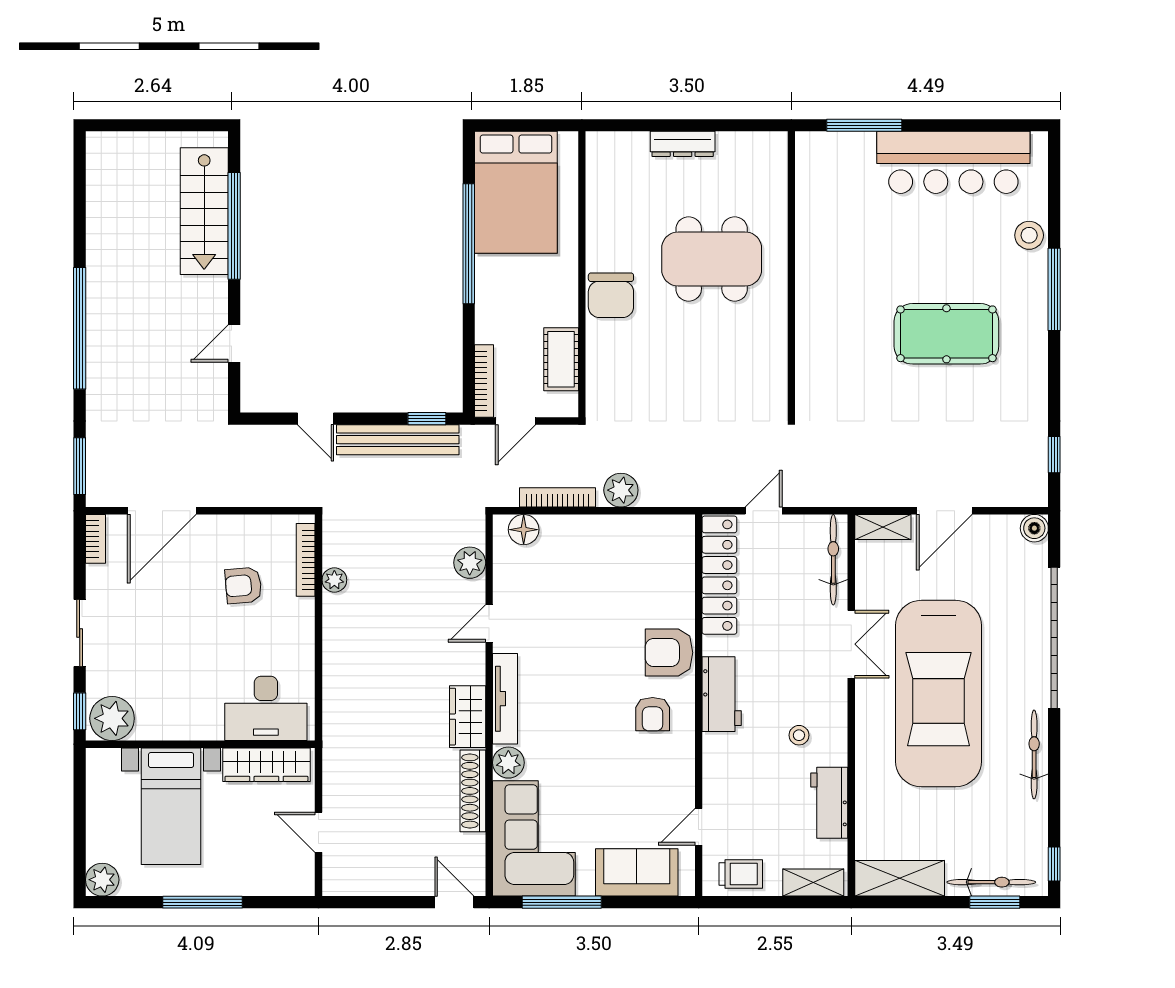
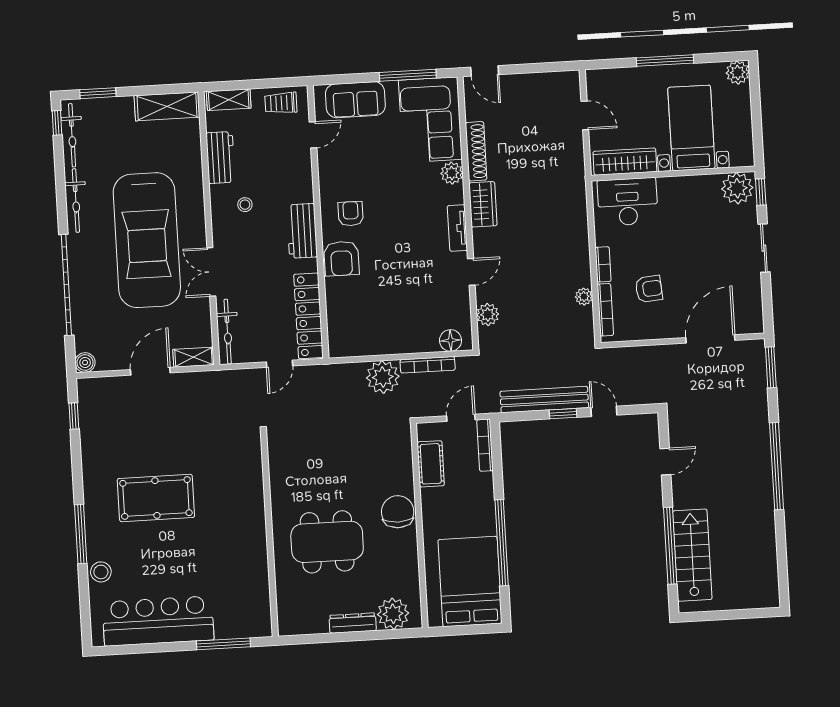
plant: (626, 153) -> (393, 614), added
window: (427, 419) -> (563, 414), moved
plant: (621, 490) -> (383, 377), width x1.36, depth x1.36
bookcase: (95, 539) -> (603, 264), moved, turned 180
armchair: (669, 653) -> (341, 258), turned 90
car: (938, 694) -> (147, 240), turned 180
tv unit: (505, 699) -> (457, 228), width x0.71
bicycle: (991, 882) -> (72, 135), moved, turned -90

